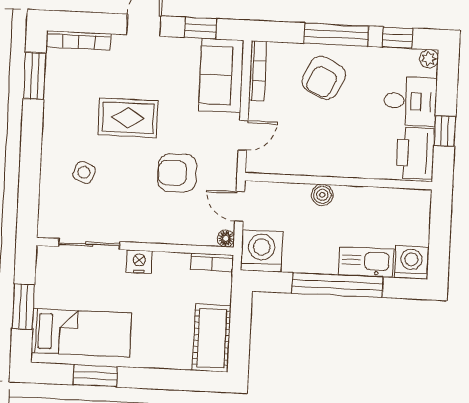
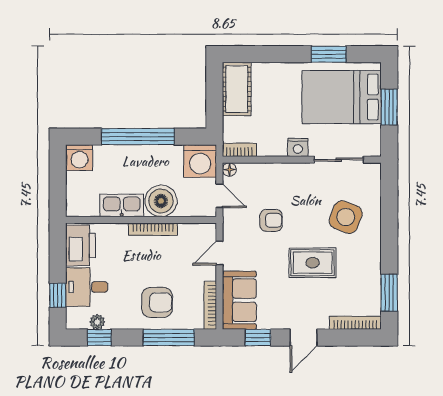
window: (336, 35) -> (169, 337), moved
plant: (429, 59) -> (97, 322), moved
armchair: (324, 78) -> (157, 302), turned 64
window: (445, 131) -> (58, 295), moved
bookcase: (324, 169) -> (153, 229), added
side table: (84, 172) -> (346, 217), width x1.87, depth x1.87
armchair: (177, 173) -> (271, 220), width x0.72, depth x0.72
boiler: (322, 195) -> (161, 201), width x1.86, depth x1.86
kitchen sink: (366, 262) -> (122, 205), moved, turned 180
bed: (81, 333) -> (342, 97), width x1.50

